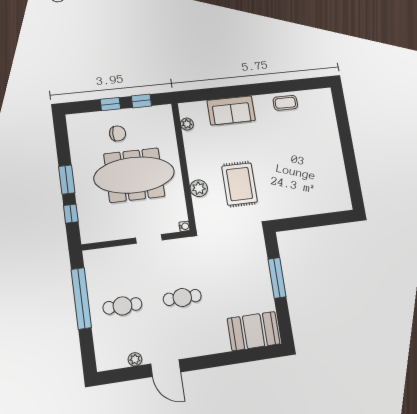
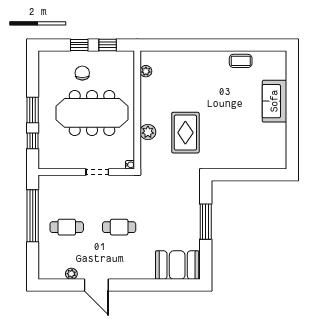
sofa: (231, 110) -> (274, 101), moved, turned 90
chair: (118, 133) -> (82, 73), turned -90

